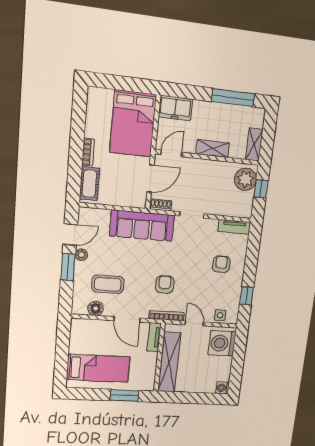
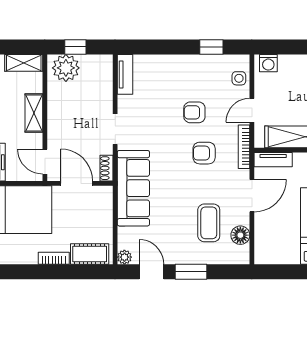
plant: (81, 255) -> (124, 257), moved
armchair: (221, 264) -> (194, 112), moved
washing machine: (222, 343) -> (268, 63), width x0.53, depth x0.53

